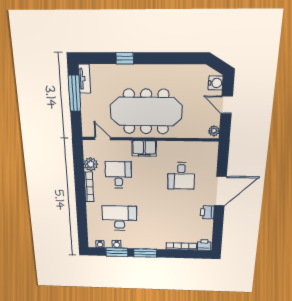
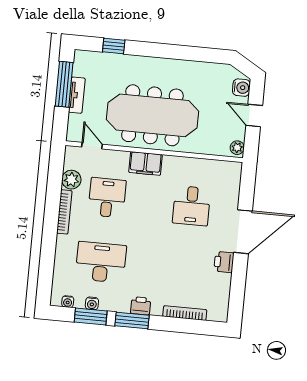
window: (125, 58) -> (114, 46), moved
tv unit: (84, 79) -> (77, 95), moved
printer: (204, 245) -> (141, 306), moved

